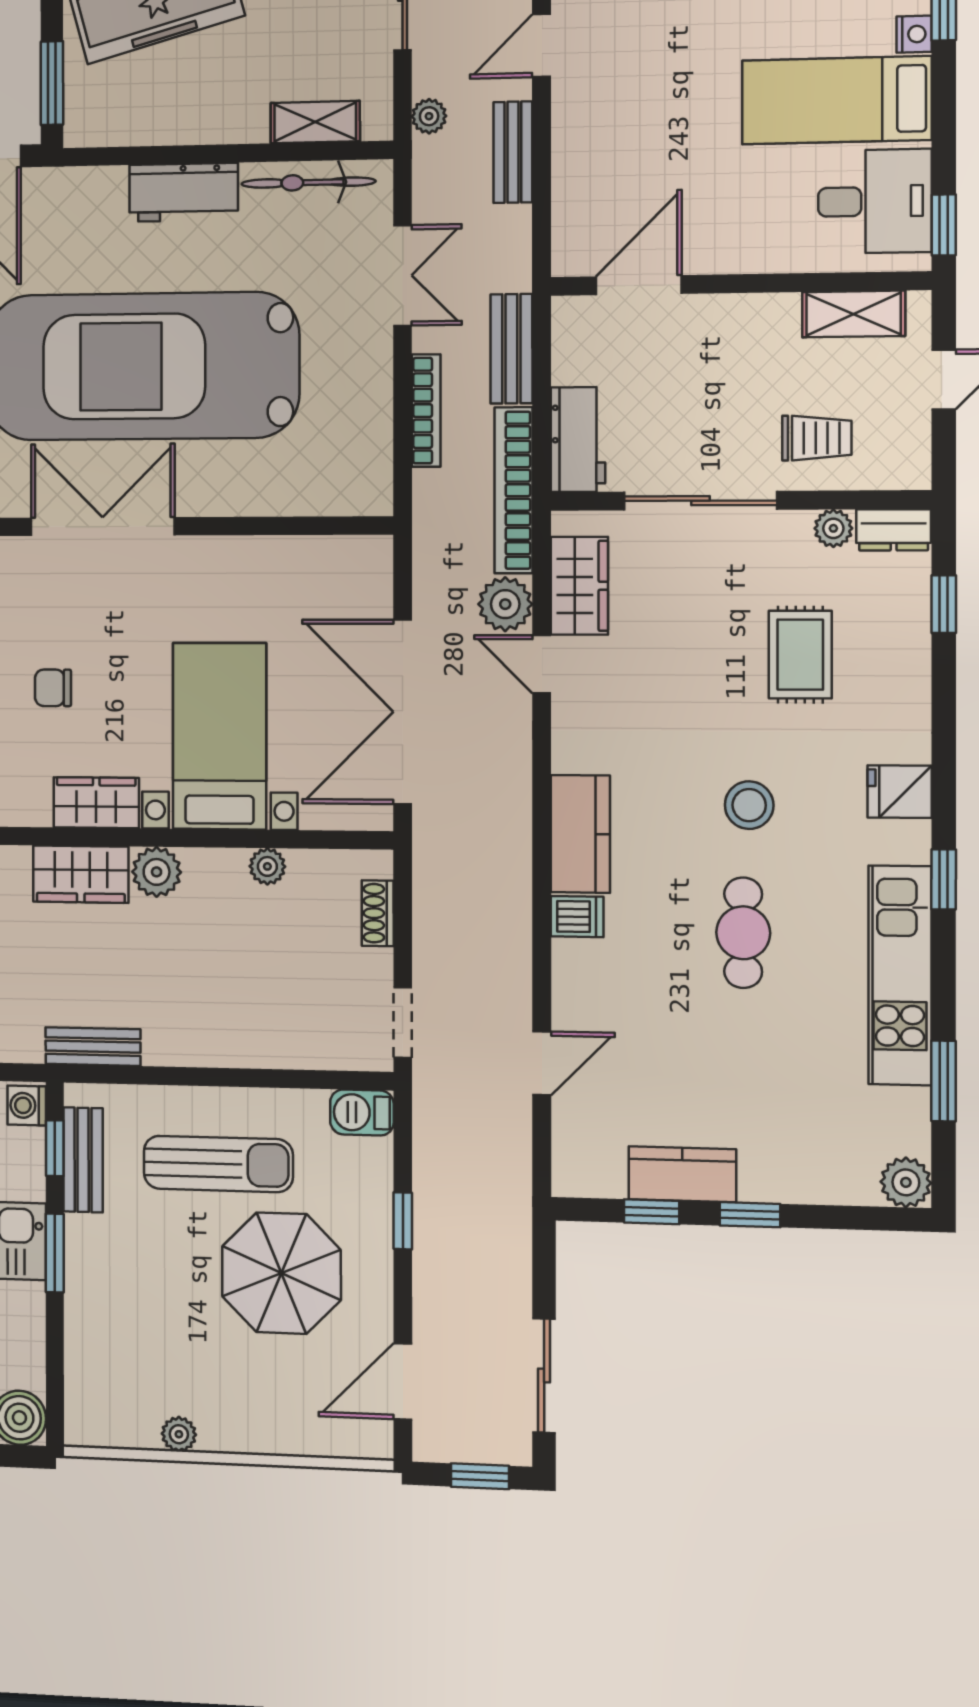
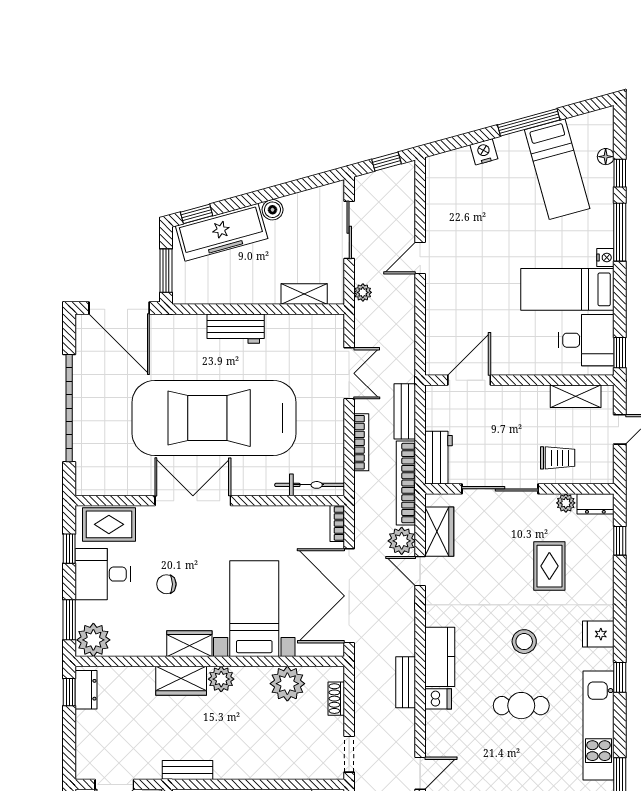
bench: (513, 152) -> (406, 682), moved
bicycle: (308, 183) -> (310, 485), moved, turned 180
bookcase: (379, 570) -> (337, 523), added
plant: (267, 866) -> (287, 684), width x1.87, depth x1.87
cafe table: (743, 933) -> (521, 706), turned 90

